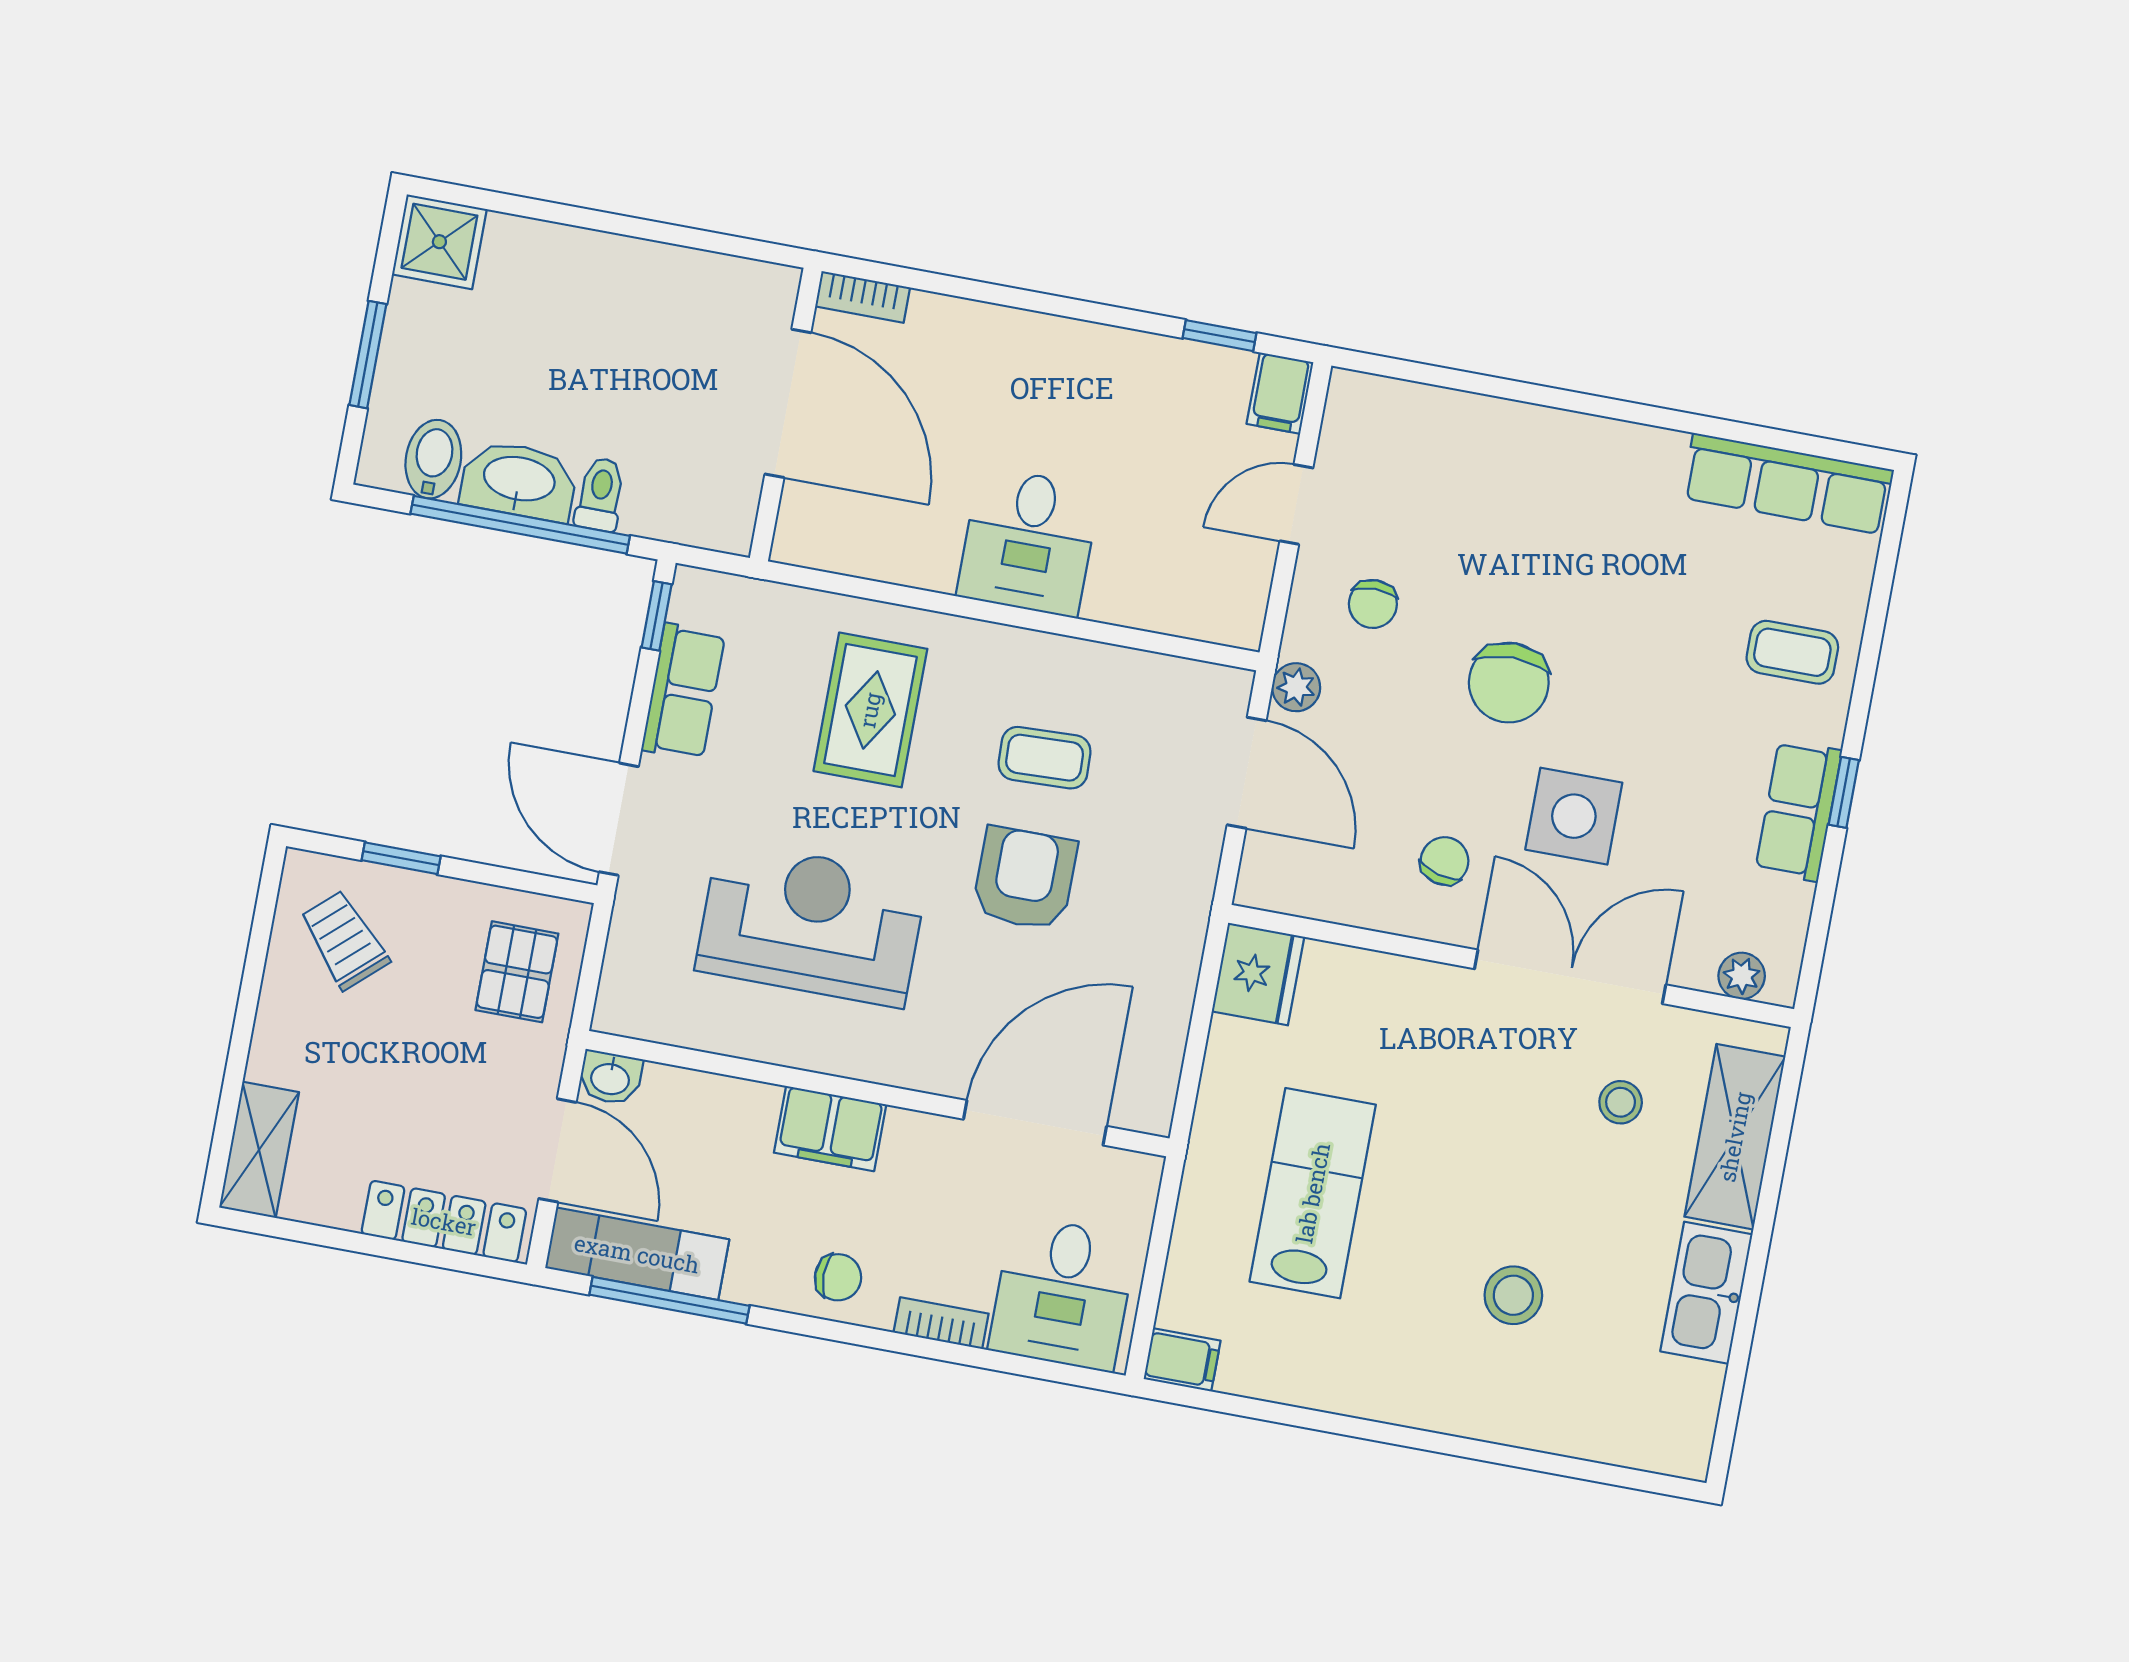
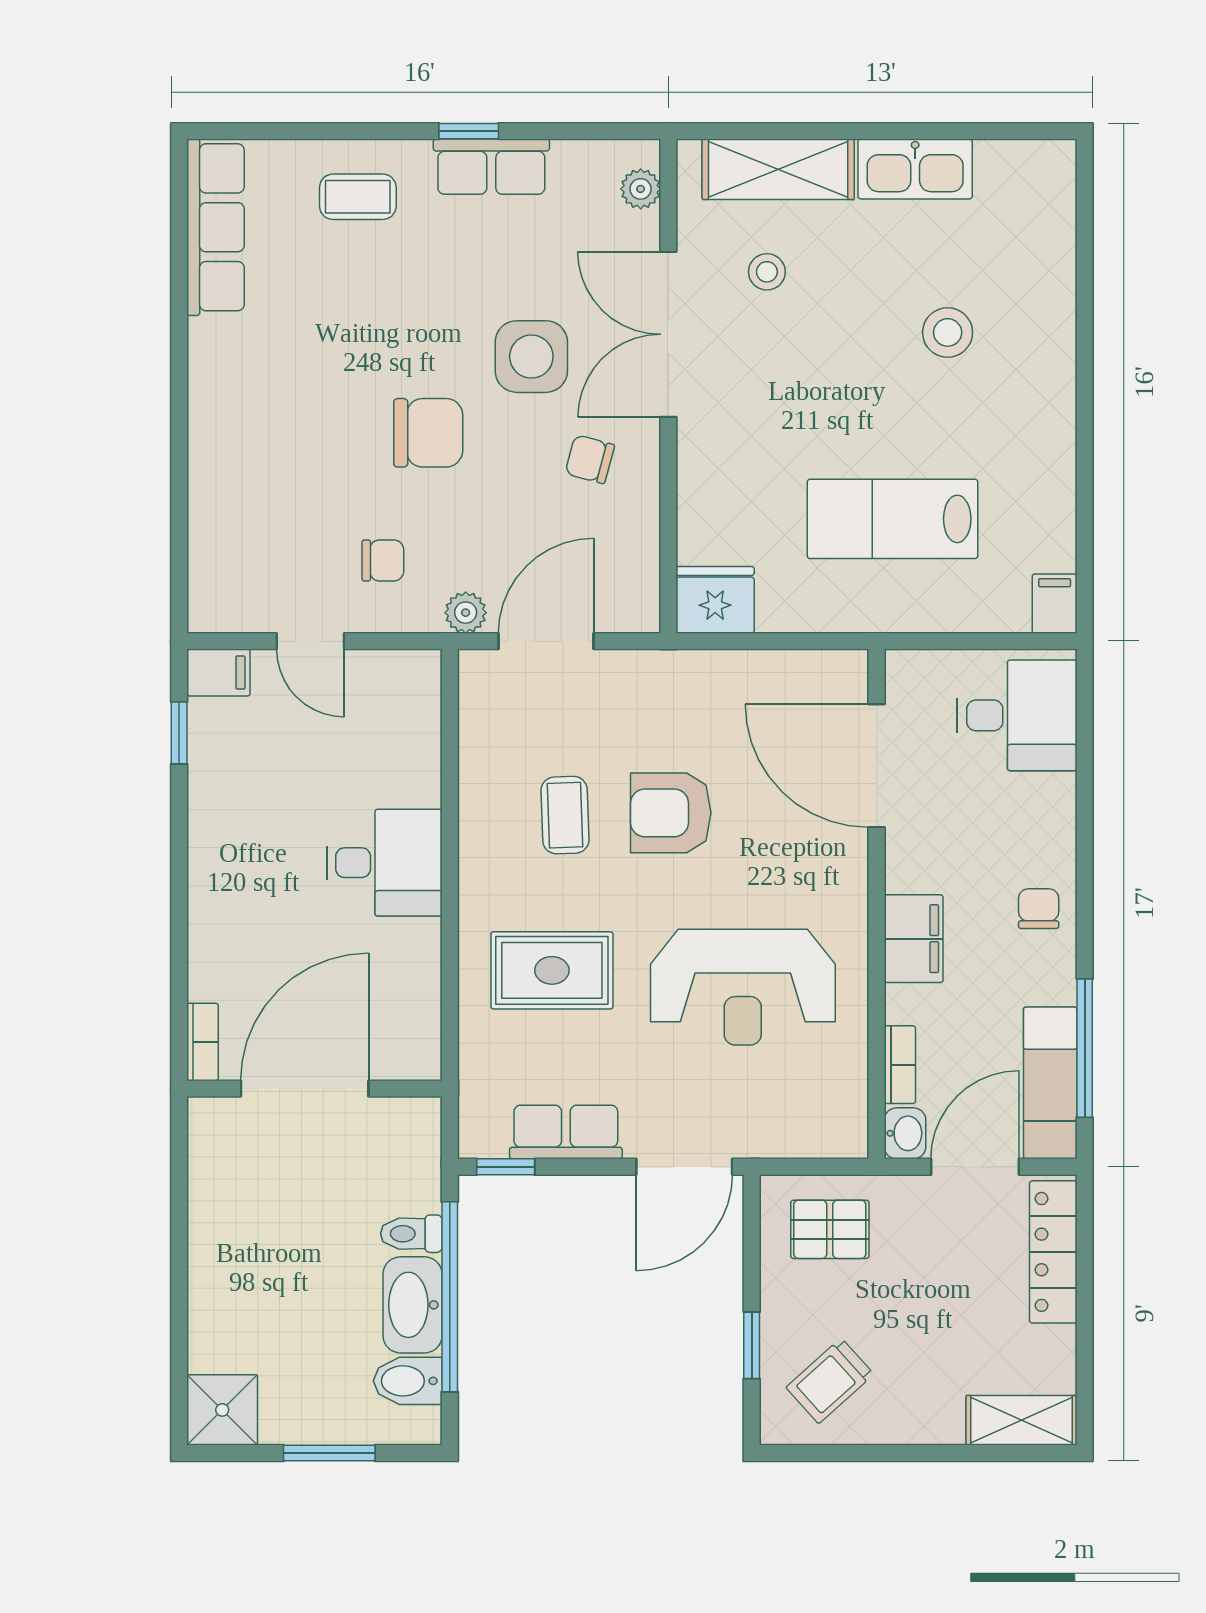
coffee table: (1792, 652) -> (358, 197), turned 90
reception desk: (811, 924) -> (743, 987), turned -90
bookcase: (941, 1323) -> (900, 1065), moved, turned 180

